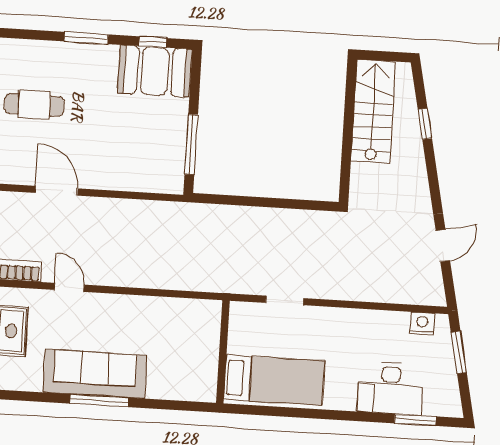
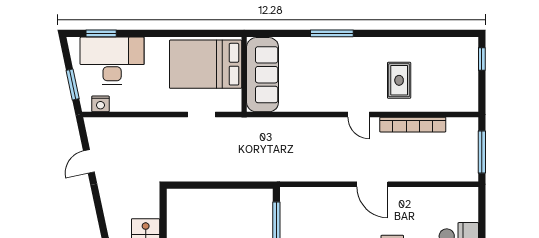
sofa: (95, 374) -> (263, 75), moved, turned -90
bed: (274, 380) -> (206, 64), width x1.50
desk: (391, 388) -> (112, 61), width x1.36, depth x1.30

